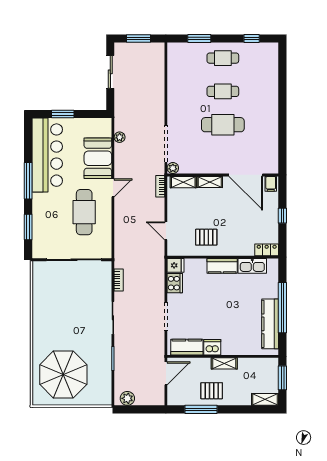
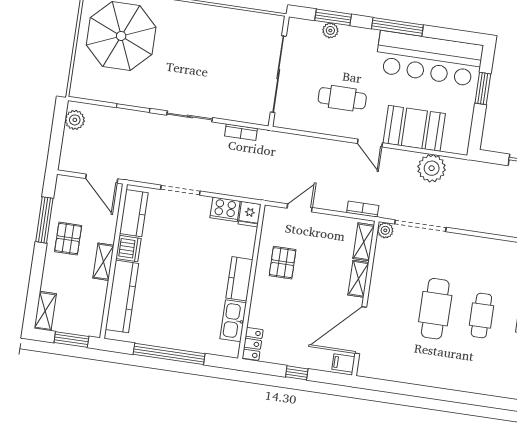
plant: (120, 137) -> (432, 168), width x1.87, depth x1.87
cafe table: (84, 212) -> (342, 98), width x0.73, depth x0.74
plant: (38, 228) -> (330, 30), added
kitchen counter: (270, 324) -> (122, 296), moved, turned 90

